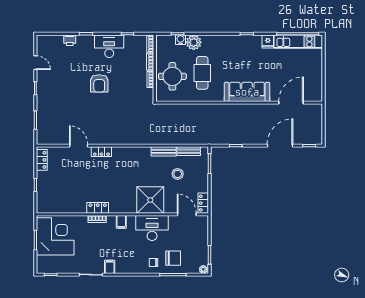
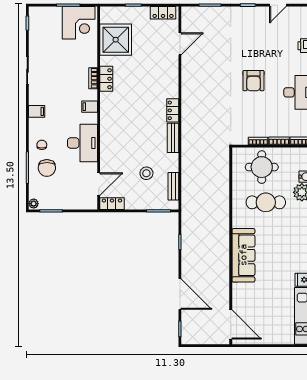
armchair: (99, 83) -> (253, 81), turned -90
door: (291, 103) -> (231, 324), moved
door: (79, 146) -> (180, 44), moved
bench: (164, 151) -> (173, 138), moved
locker: (101, 152) -> (173, 110), moved
shower: (150, 200) -> (116, 40), moved
corner desk: (55, 236) -> (79, 23), width x0.74, depth x0.74
filing cabinet: (110, 267) -> (37, 111), moved

